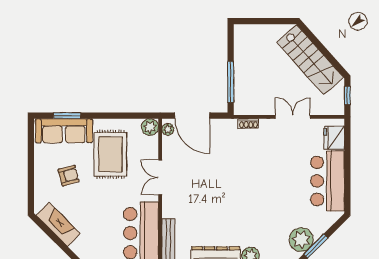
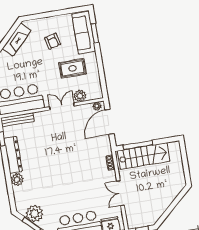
stairs: (310, 60) -> (144, 156), moved, turned -138
double door: (293, 117) -> (120, 193), swing flipped
plant: (150, 127) -> (80, 96), moved
rug: (110, 154) -> (73, 68), width x0.73, depth x0.70

